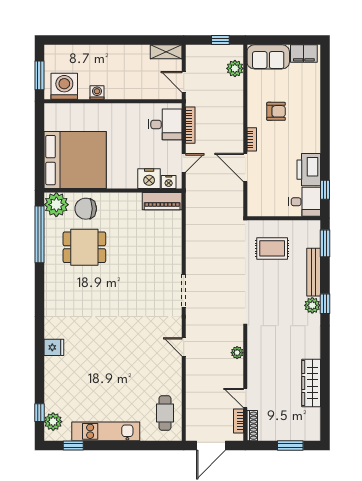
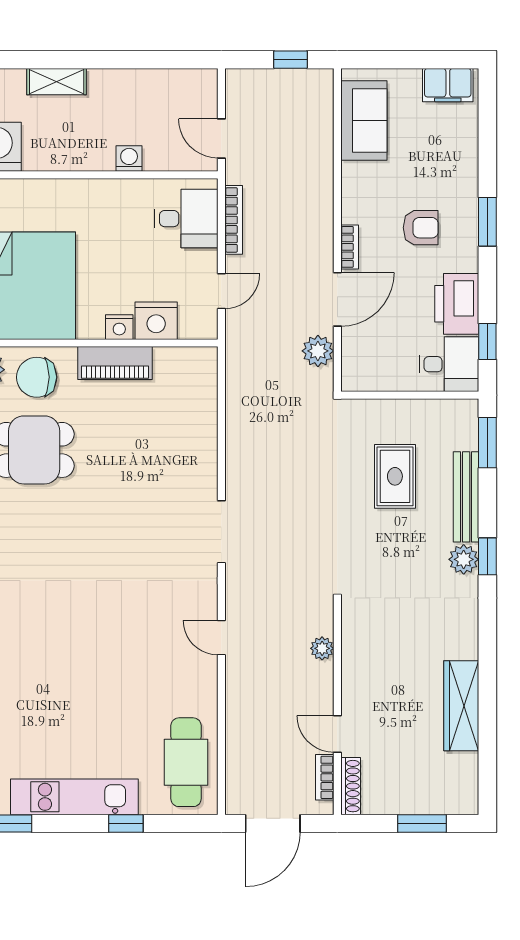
shelving: (166, 52) -> (57, 82), moved
sofa: (268, 57) -> (364, 120), moved, turned -90
plant: (235, 68) -> (318, 351), moved
washing machine: (97, 93) -> (129, 159), moved
armchair: (276, 111) -> (421, 228), moved
window: (325, 126) -> (487, 222), added
door: (245, 167) -> (337, 299), swing flipped
nightstand: (169, 182) -> (119, 327), moved
piano: (162, 201) -> (115, 363), moved
rug: (272, 248) -> (395, 476), moved, turned 90
cafe table: (165, 413) -> (186, 762), width x1.37, depth x1.35
window: (133, 445) -> (126, 823), added

